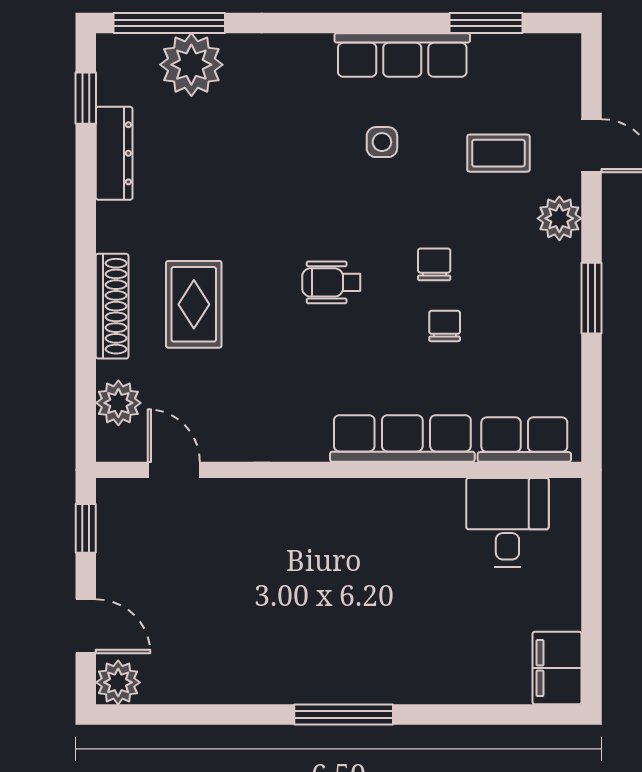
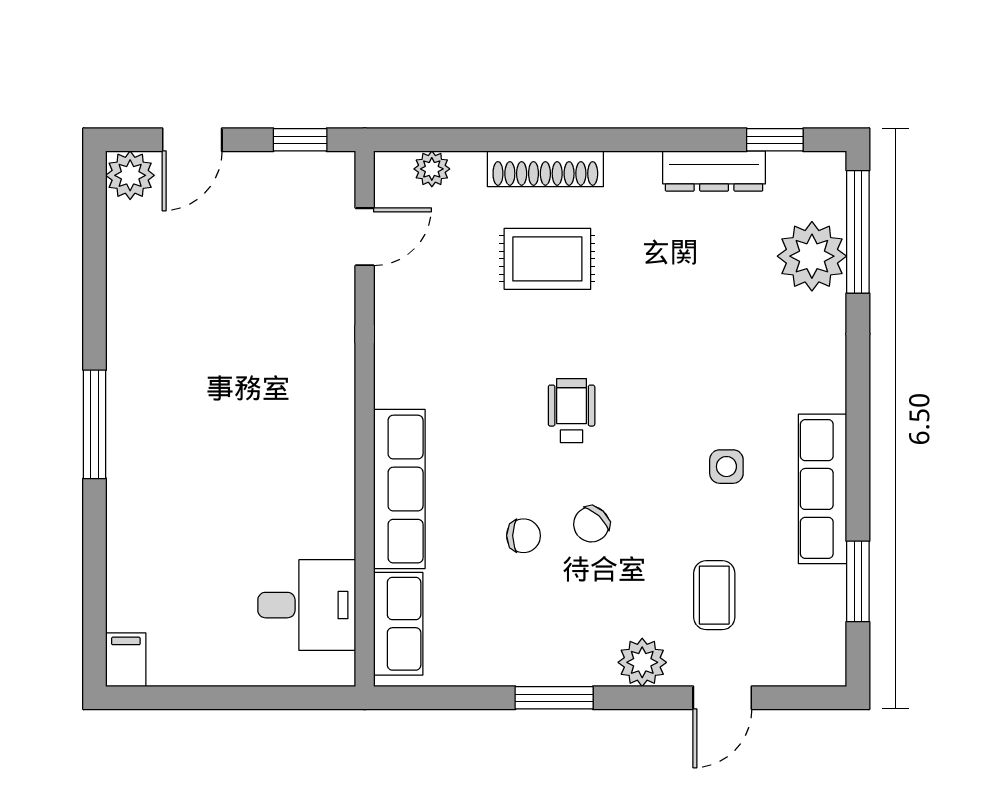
chair: (434, 264) -> (591, 524), turned 133
plant: (118, 403) -> (432, 169), width x0.73, depth x0.73
filing cabinet: (557, 668) -> (126, 660), width x0.50

